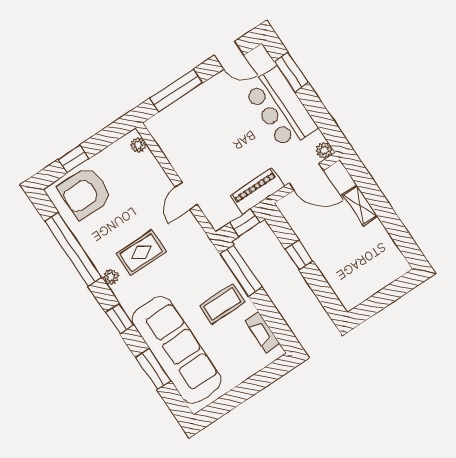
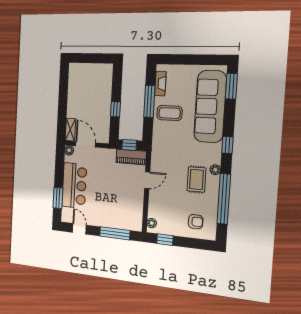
window: (74, 159) -> (165, 240), moved
piano: (257, 191) -> (131, 157), moved
armchair: (85, 193) -> (196, 222), width x0.53, depth x0.53
shelving: (360, 205) -> (70, 130), moved
rug: (141, 253) -> (196, 179), moved, turned 90
window: (241, 271) -> (149, 101), moved
window: (153, 369) -> (231, 86), moved

